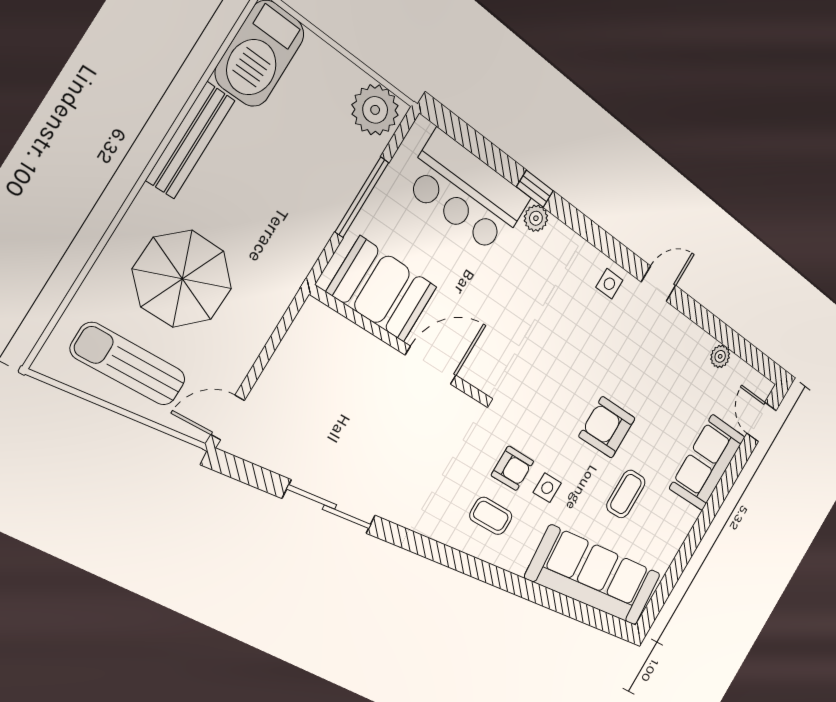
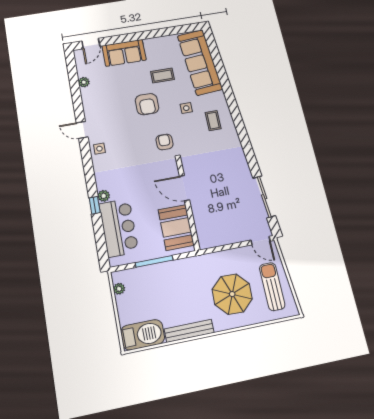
plant: (375, 110) -> (119, 289), width x0.53, depth x0.53
sun lounger: (128, 364) -> (272, 287), turned 180
armchair: (512, 468) -> (164, 142), moved
sliding door: (329, 507) -> (264, 197), moved

